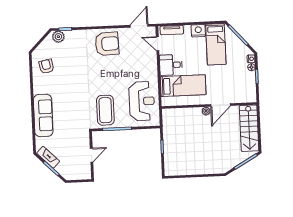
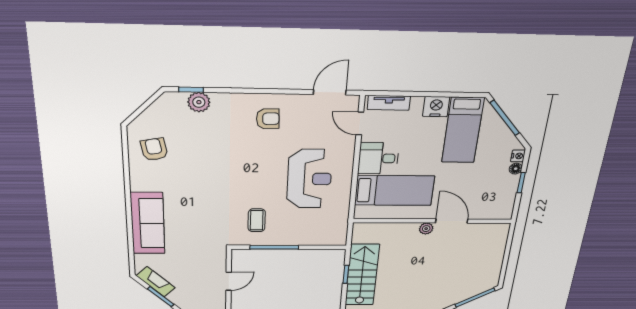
plant: (58, 37) -> (199, 102), moved
armchair: (107, 44) -> (268, 119), width x0.53, depth x0.53
reception desk: (142, 101) -> (309, 179), moved
door: (221, 105) -> (452, 221), swing flipped
coffee table: (105, 110) -> (257, 220), width x0.54, depth x0.58
stairs: (249, 128) -> (362, 275), moved, turned 180

